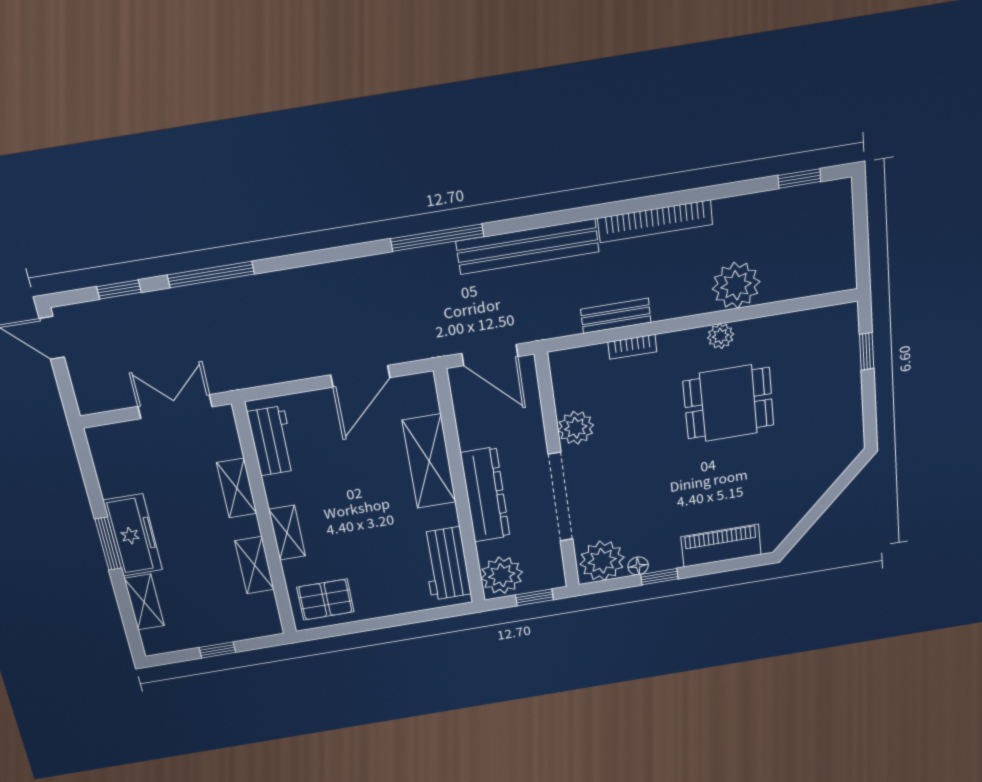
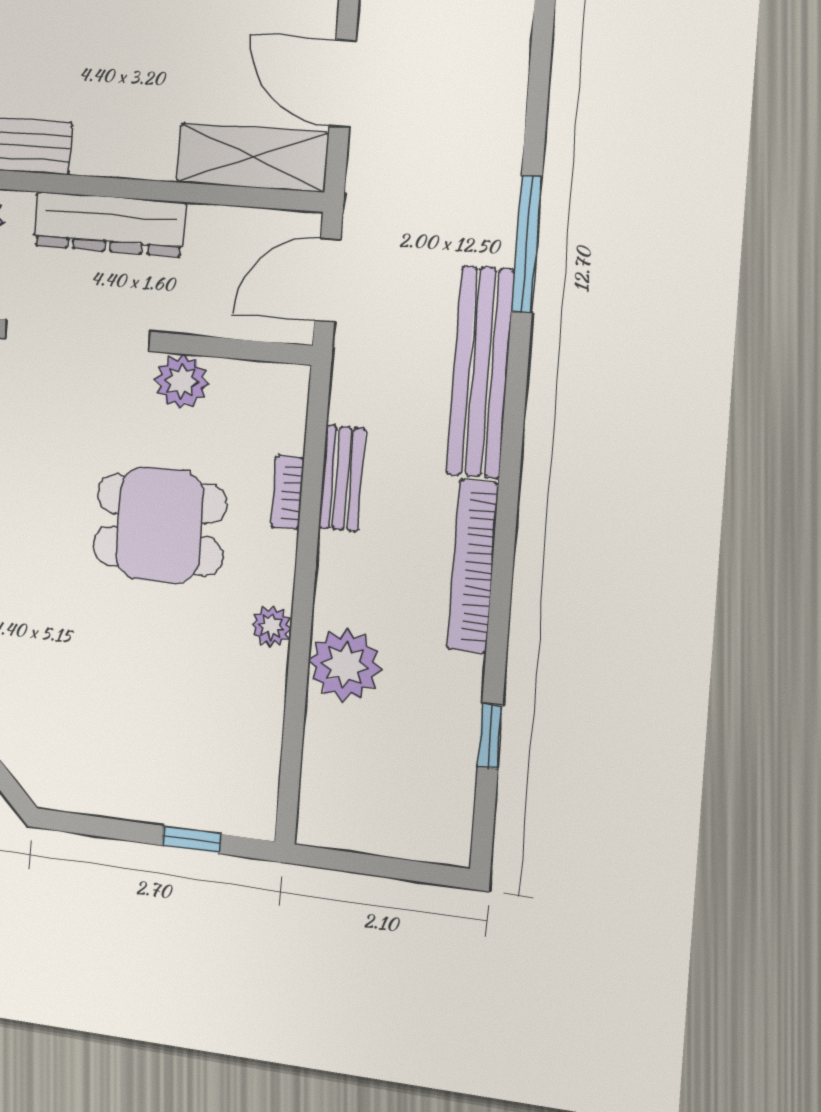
window: (799, 179) -> (490, 736), moved
dining table: (728, 403) -> (160, 525), moved, turned 90
shelving: (429, 461) -> (252, 158), moved

